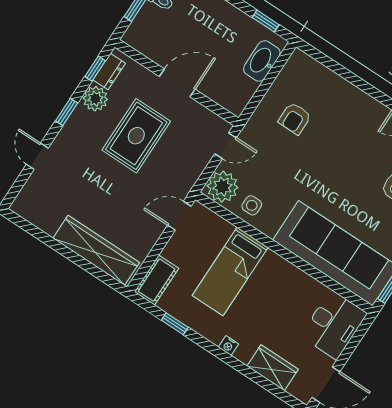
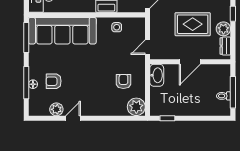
washbasin: (262, 61) -> (157, 75), moved
window: (95, 69) -> (233, 43), removed
rug: (136, 136) -> (193, 24), turned 90
plant: (222, 187) -> (136, 107), moved

